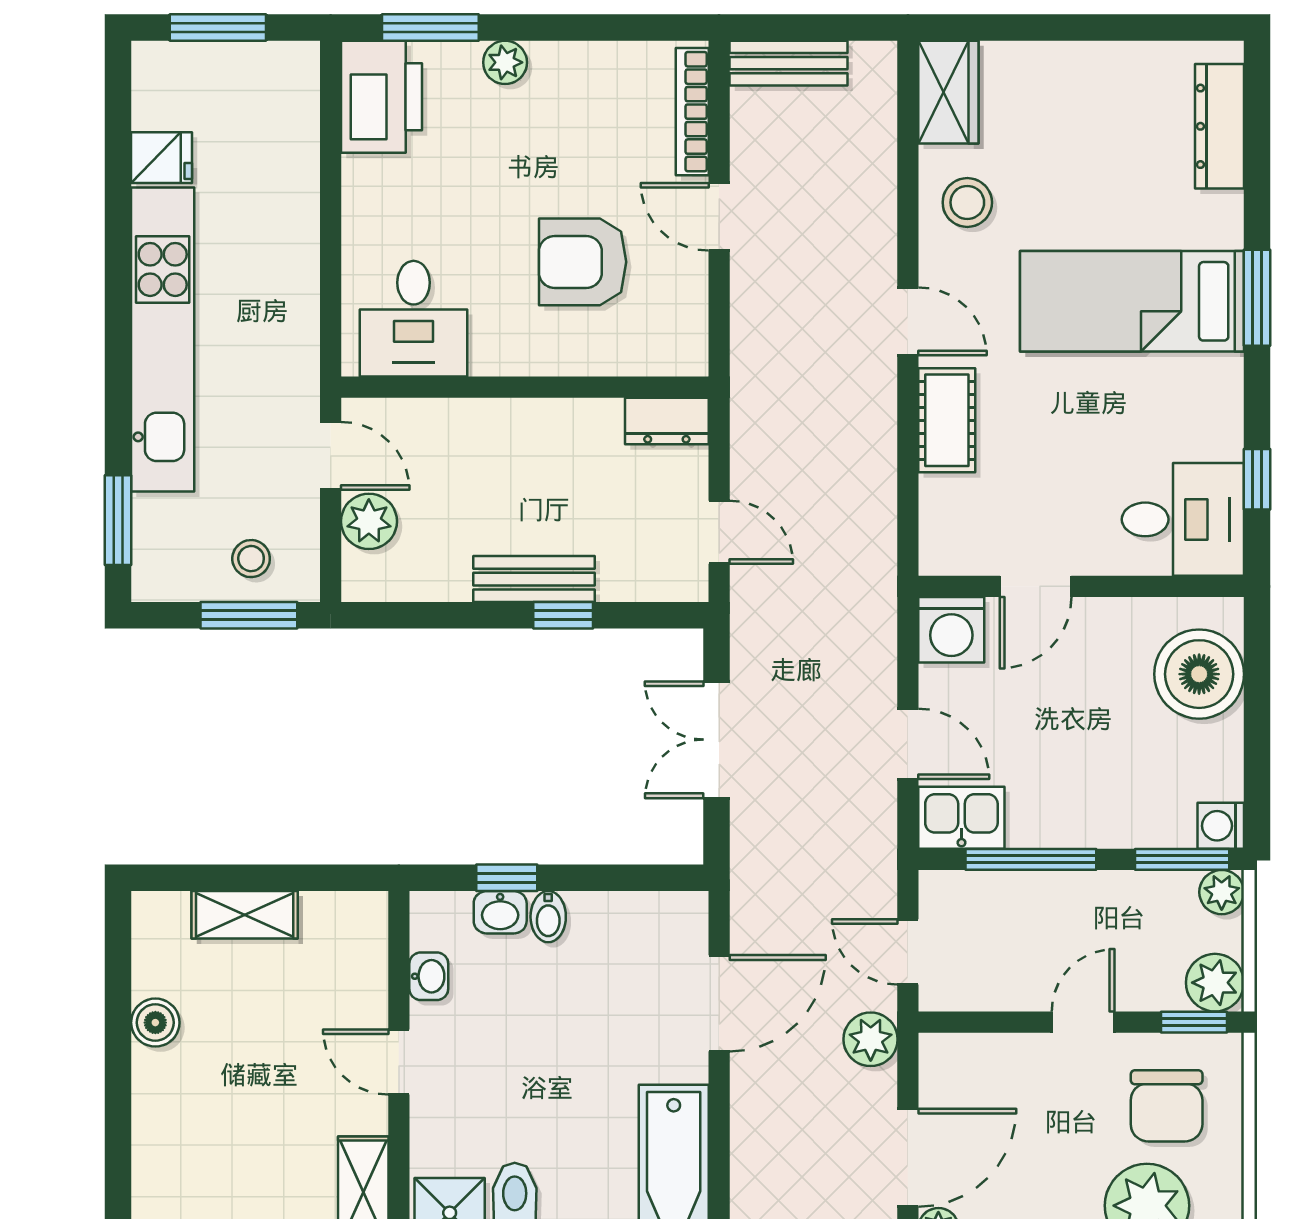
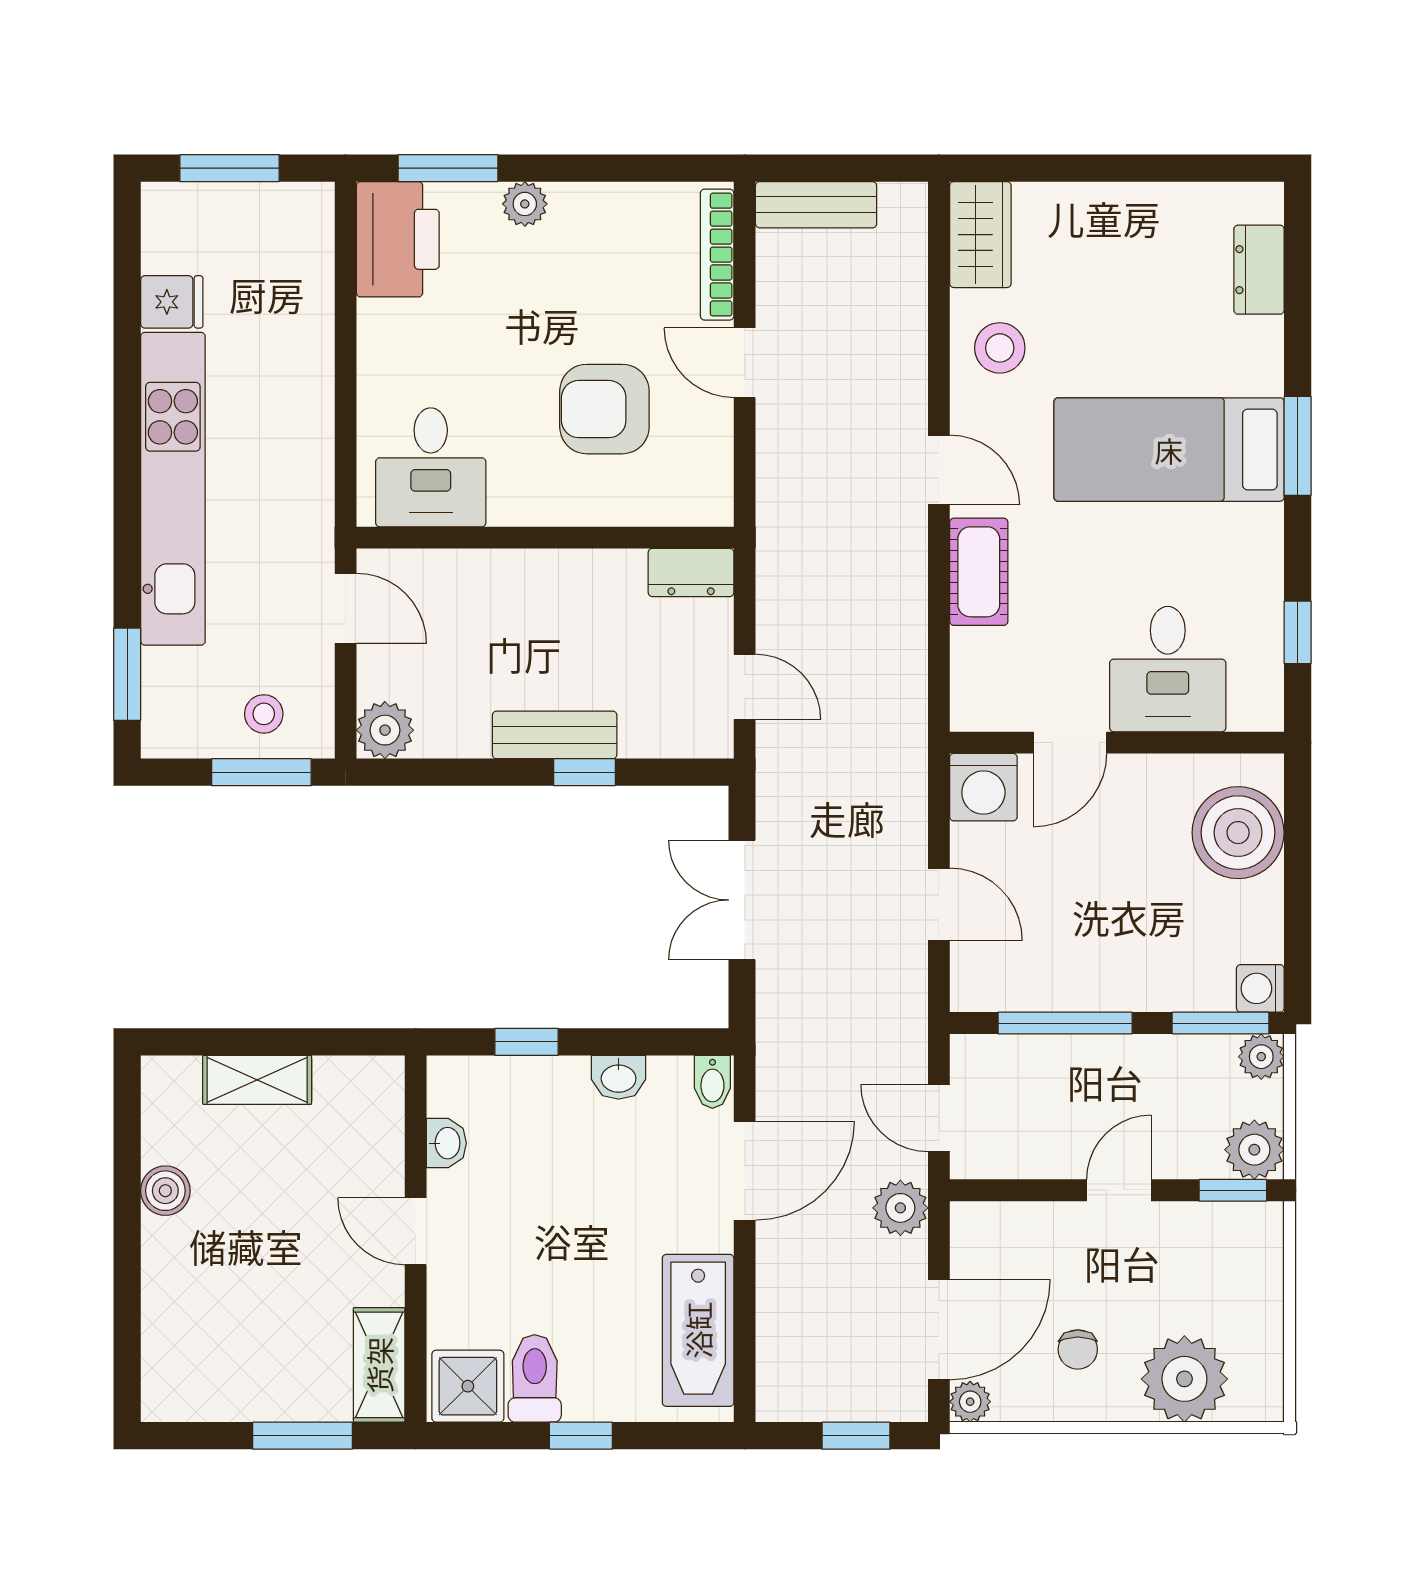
dresser: (1219, 126) -> (1259, 270), width x0.70
desk: (1183, 519) -> (1168, 669), moved, turned 90
plant: (369, 521) -> (385, 730), moved
kitchen sink: (961, 818) -> (994, 980), removed
washbasin: (500, 912) -> (619, 1077), moved
bidet: (548, 917) -> (712, 1082), moved
chair: (1167, 1106) -> (1078, 1349), moved, width x0.54, depth x0.54

